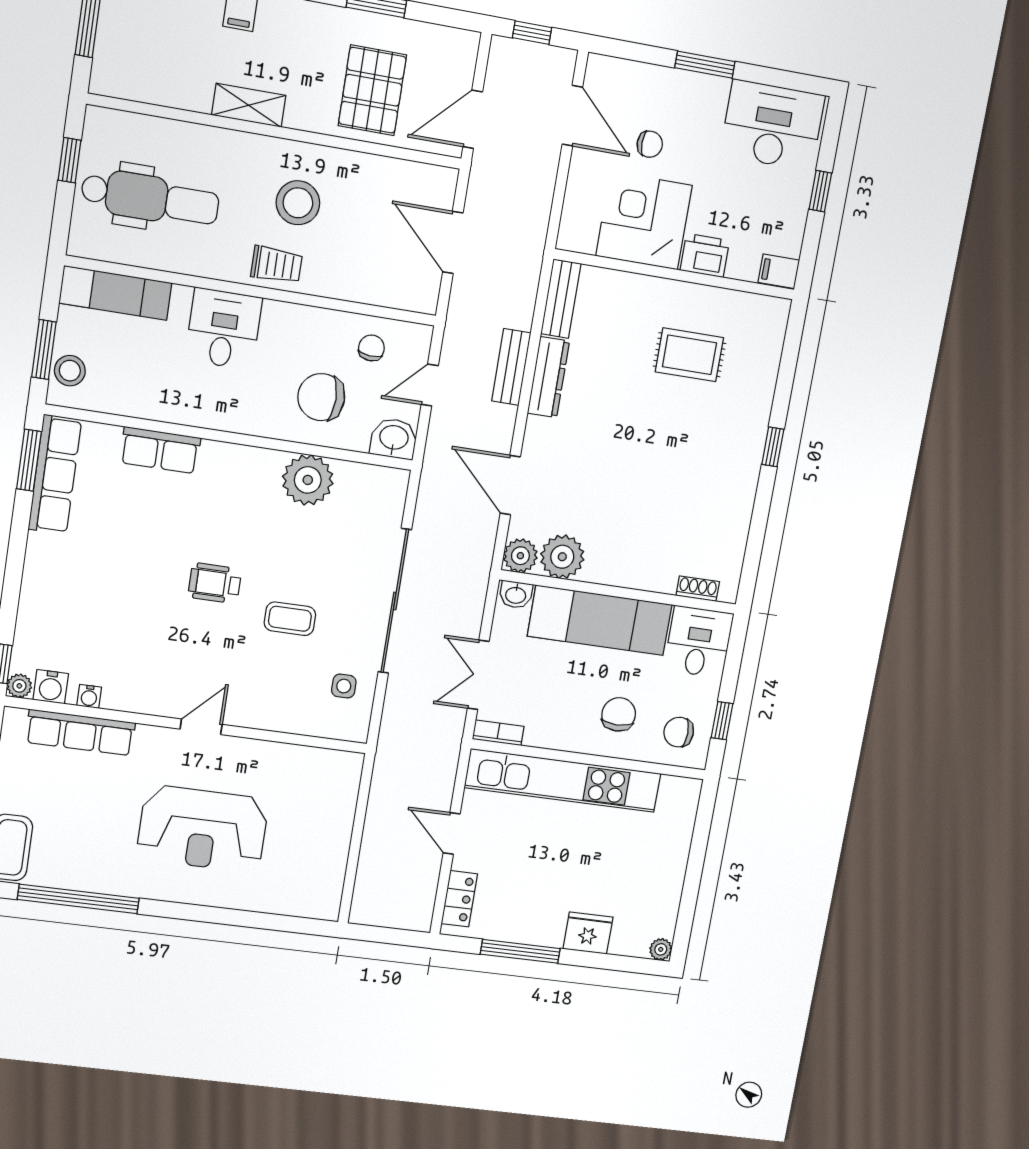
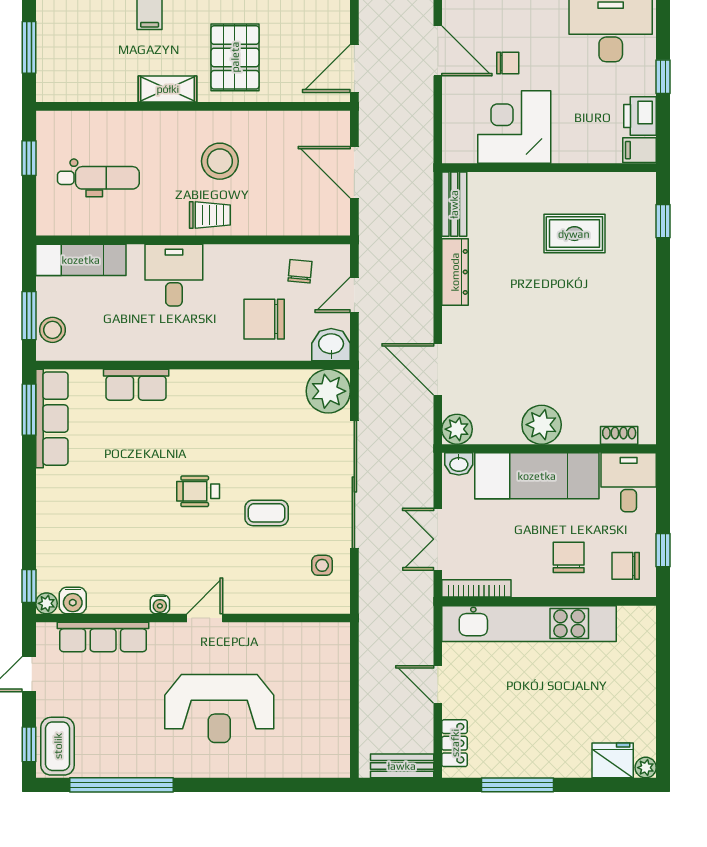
pallet: (372, 90) -> (235, 57), moved
dental chair: (150, 198) -> (98, 178), width x0.73, depth x0.72
printer: (705, 255) -> (640, 116), moved, turned -90
bench: (511, 367) -> (402, 766), moved, turned 90
window: (773, 447) -> (663, 221), moved
plant: (308, 480) -> (328, 391), moved
plant: (562, 557) -> (542, 425), moved
water cooler: (89, 696) -> (160, 604), moved
bookcase: (498, 733) -> (476, 588), width x1.56
fridge: (588, 933) -> (613, 760), moved

